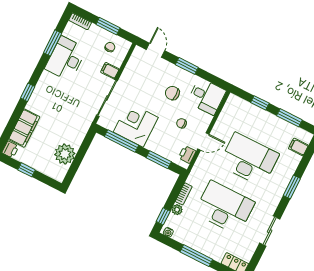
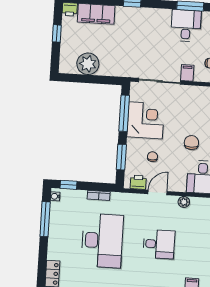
desk: (66, 59) -> (186, 26), width x0.73
chair: (181, 123) -> (152, 157), moved
door: (203, 141) -> (157, 193), swing flipped
desk: (249, 160) -> (159, 244), width x0.53, depth x0.77
plant: (177, 210) -> (184, 202), moved
window: (196, 256) -> (45, 219), moved

